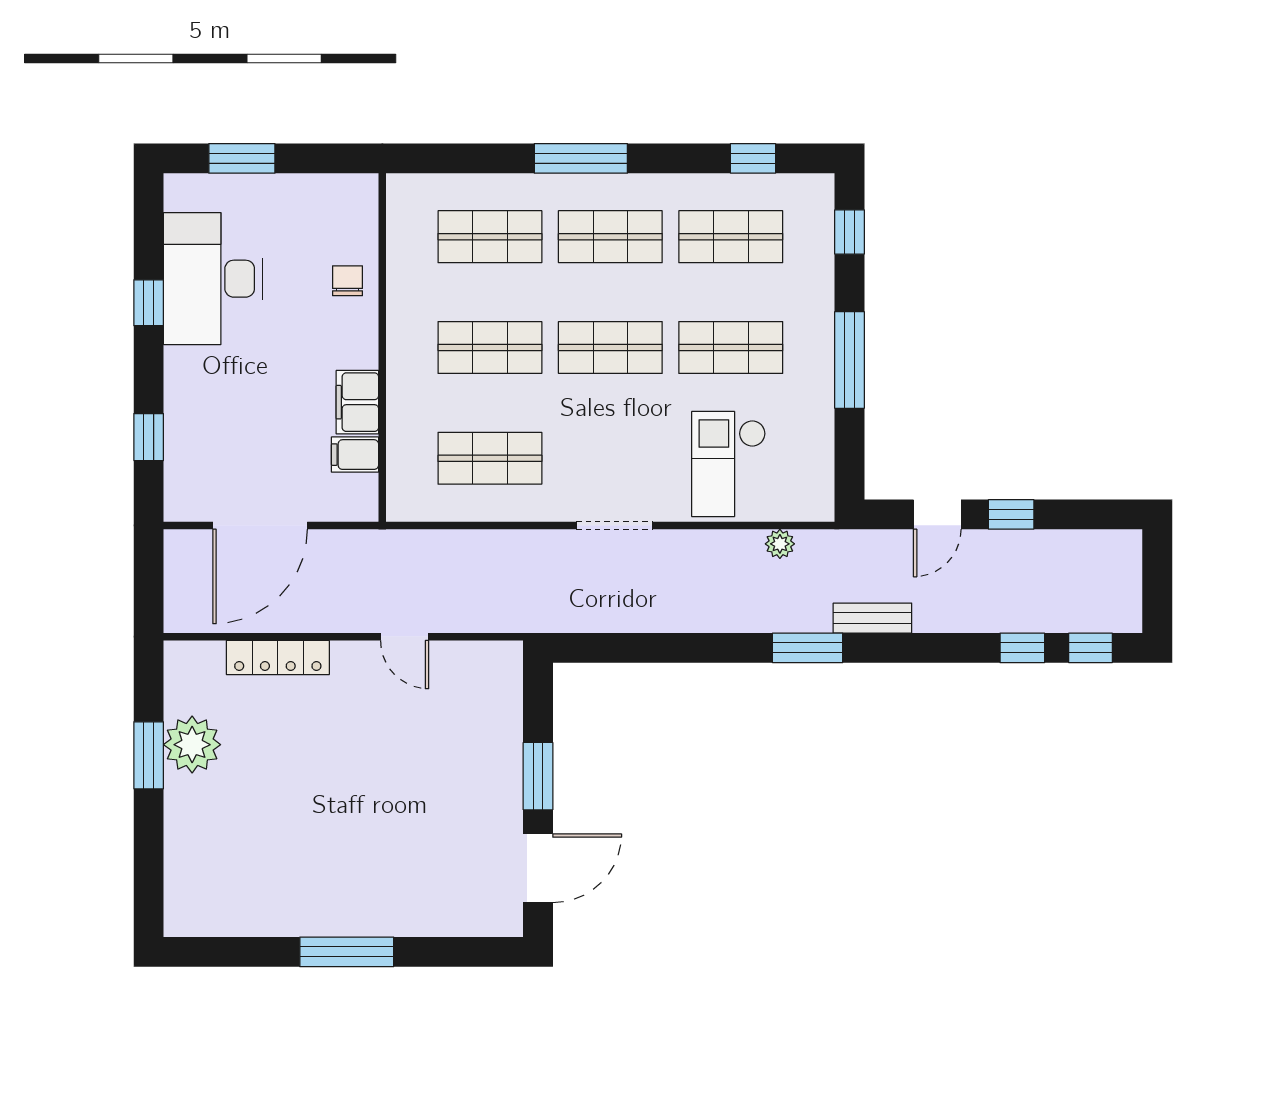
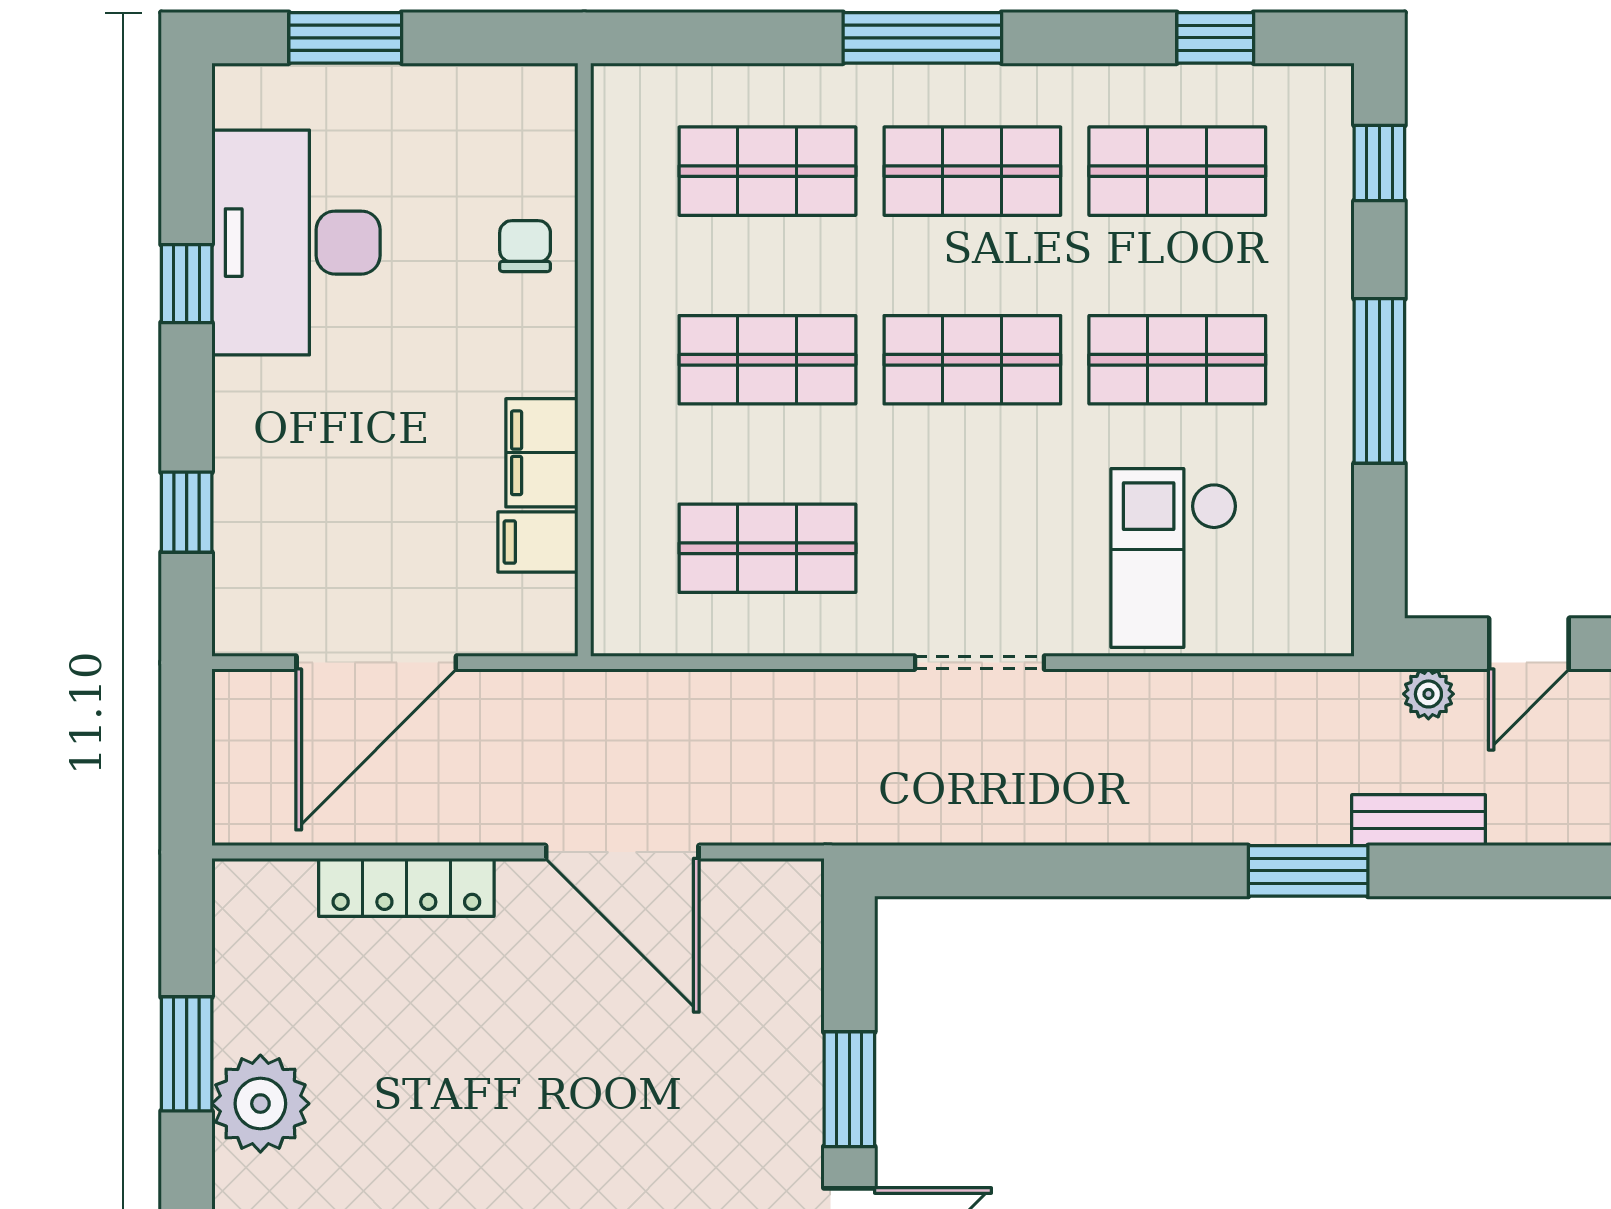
plant: (780, 544) -> (1428, 694), moved
door: (405, 637) -> (622, 852), width x1.87
plant: (192, 745) -> (260, 1104), moved

